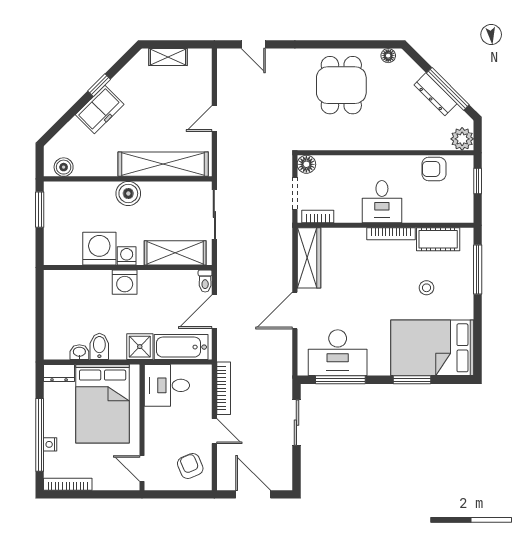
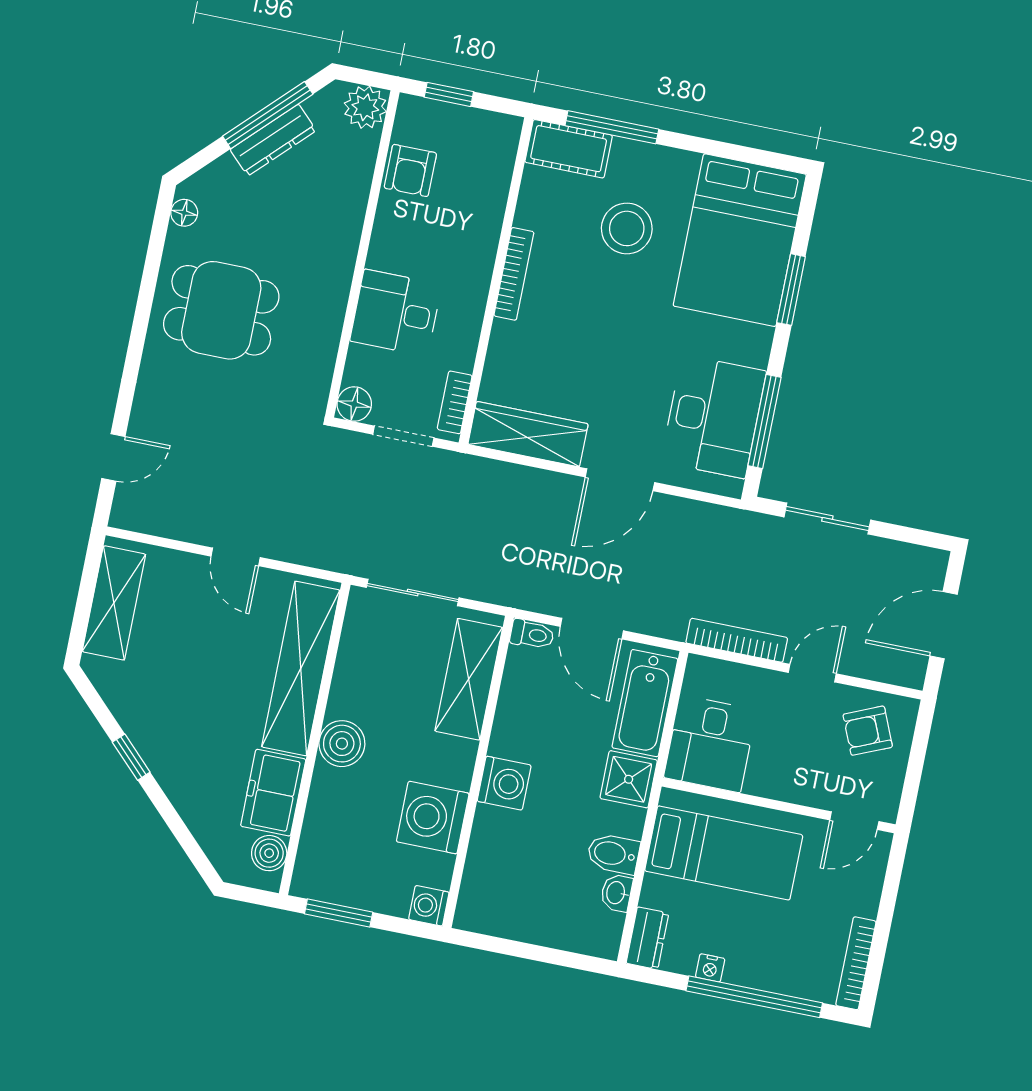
shelving: (168, 57) -> (114, 603), width x1.50, depth x1.33
freezer: (100, 110) -> (273, 793), moved, turned -135
desk: (382, 202) -> (396, 313), moved, turned 180
cot: (438, 239) -> (569, 149), moved, turned 90
washing machine: (127, 256) -> (429, 906), moved
stool: (426, 288) -> (627, 228), width x1.89, depth x1.89
door: (295, 311) -> (620, 480), hinge flipped
bed: (103, 404) -> (724, 853), width x0.67
nightstand: (50, 444) -> (710, 968), moved

